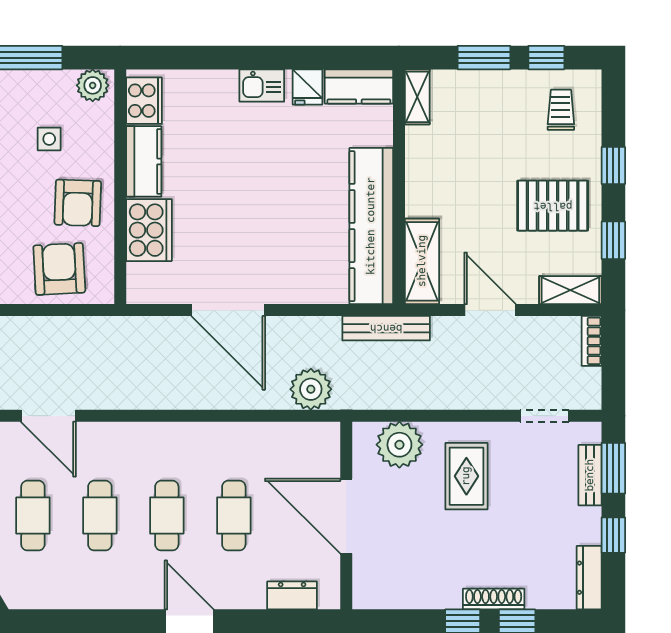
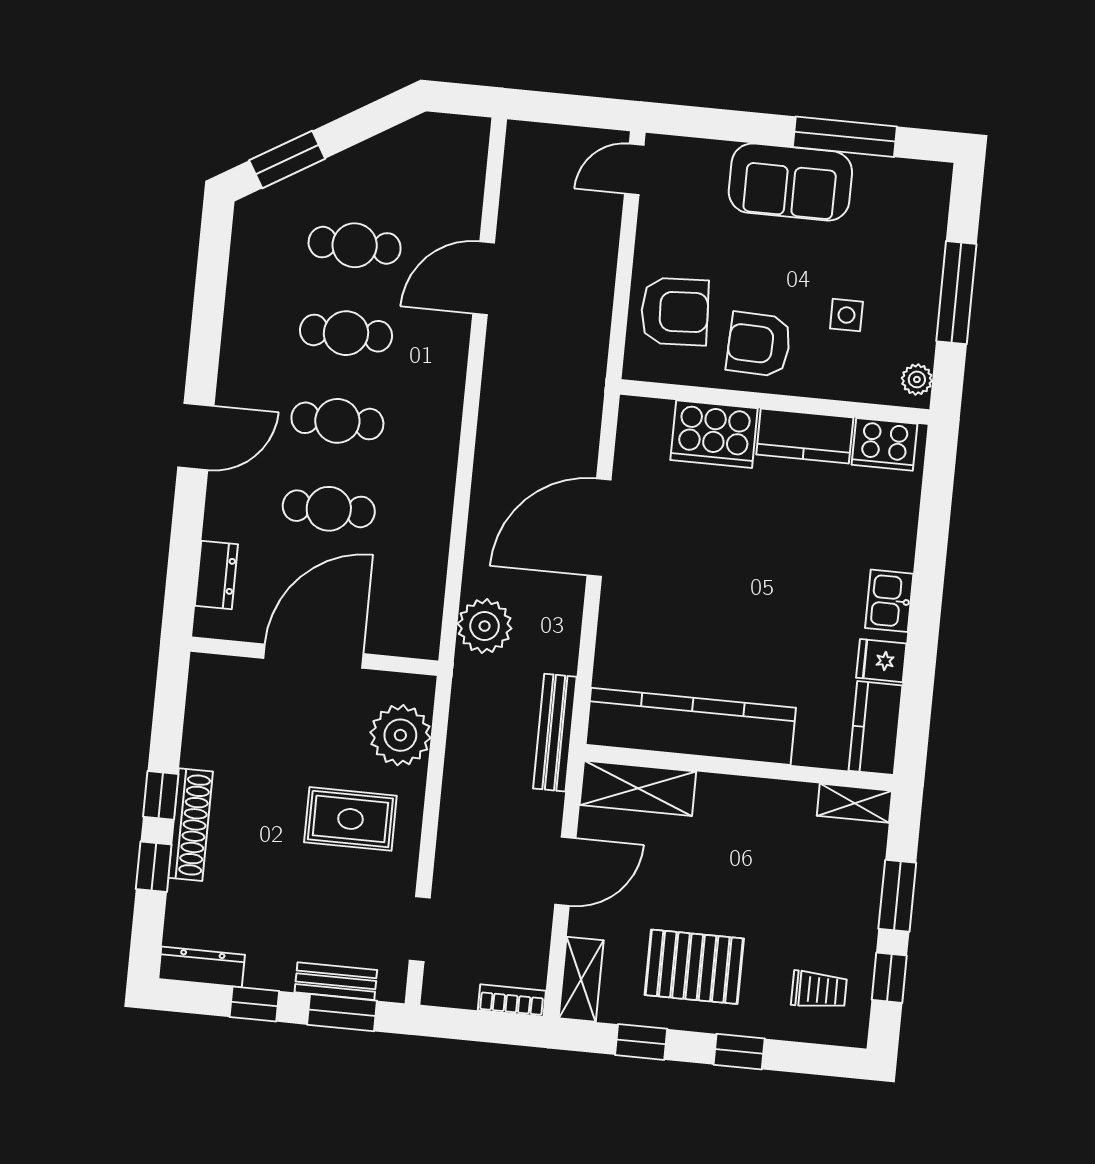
plant: (93, 85) -> (917, 379), width x0.73, depth x0.73
pallet: (553, 206) -> (694, 967), turned 90
shoe rack: (494, 599) -> (191, 825), width x1.36, depth x1.24

